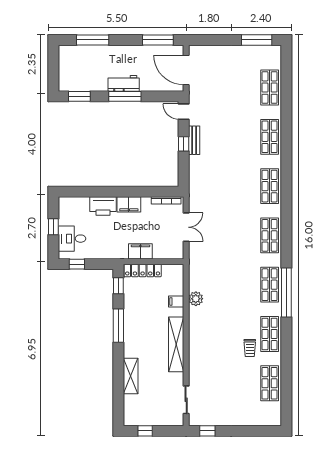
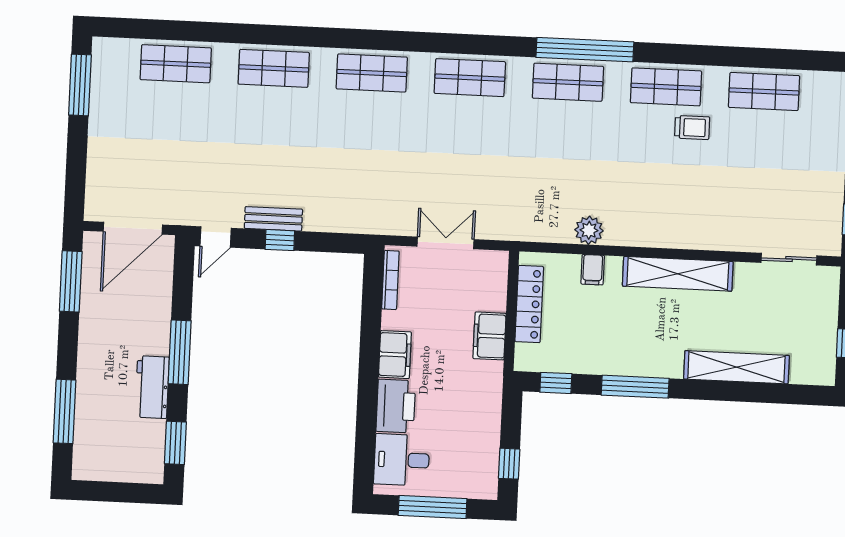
workbench: (124, 83) -> (152, 387), moved
window: (53, 227) -> (433, 507), width x2.17
desk: (72, 239) -> (402, 460), moved, turned 90
locker: (143, 271) -> (529, 304), moved
shelving: (131, 376) -> (736, 367), width x1.47

